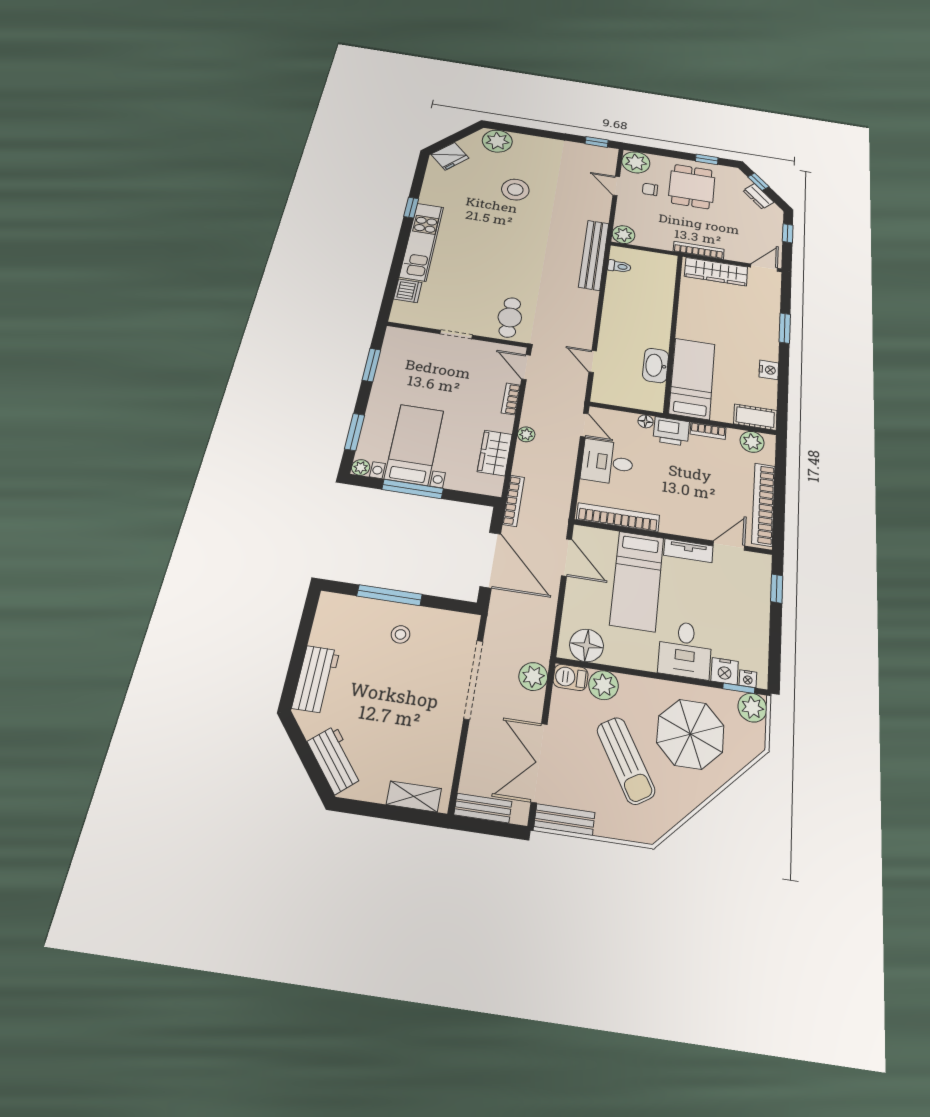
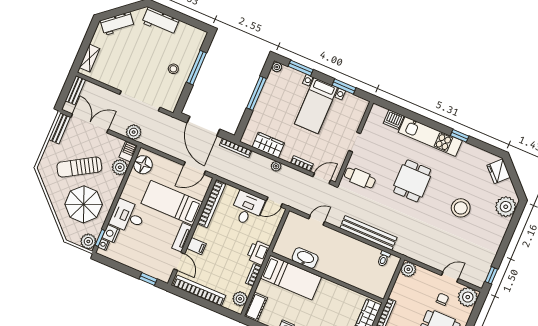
dining table: (494, 252) -> (412, 181), added
bench: (594, 255) -> (368, 233), moved
floor lamp: (646, 421) -> (268, 239), removed
bed with nightstands: (414, 445) -> (316, 106), moved, turned 90
filing cabinet: (694, 525) -> (196, 246), added
door: (490, 560) -> (203, 126), hinge flipped

